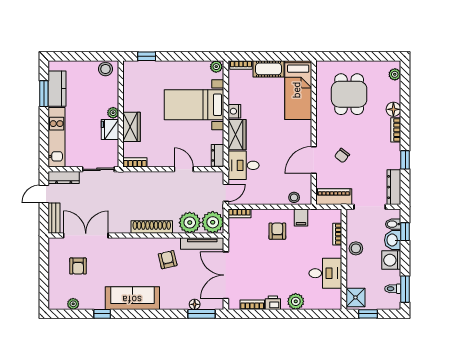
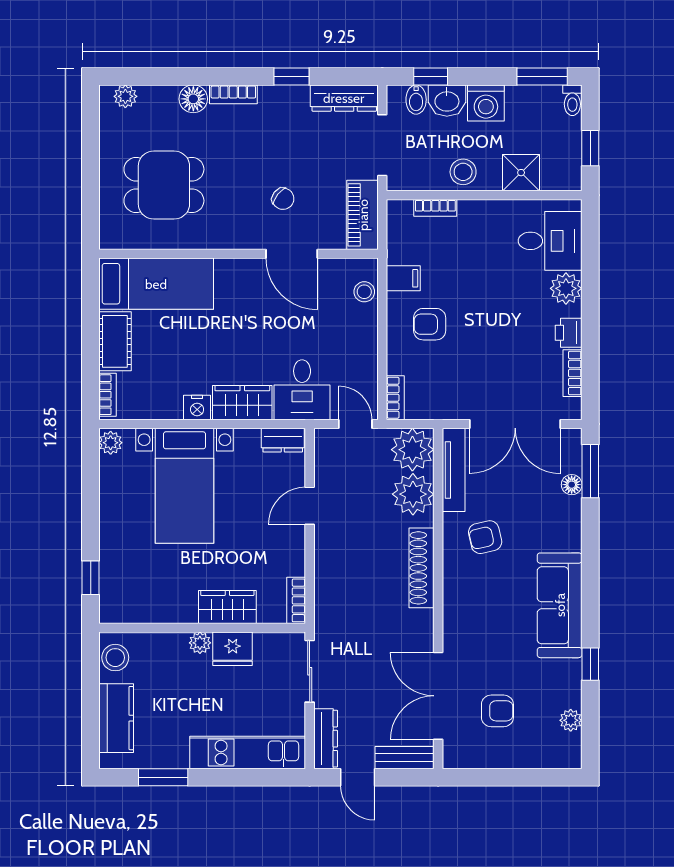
kitchen counter: (57, 89) -> (116, 718), moved, turned 90
desk: (325, 273) -> (550, 241), moved, turned 90
toilet: (393, 289) -> (572, 100), moved
shower: (355, 297) -> (521, 173), moved

